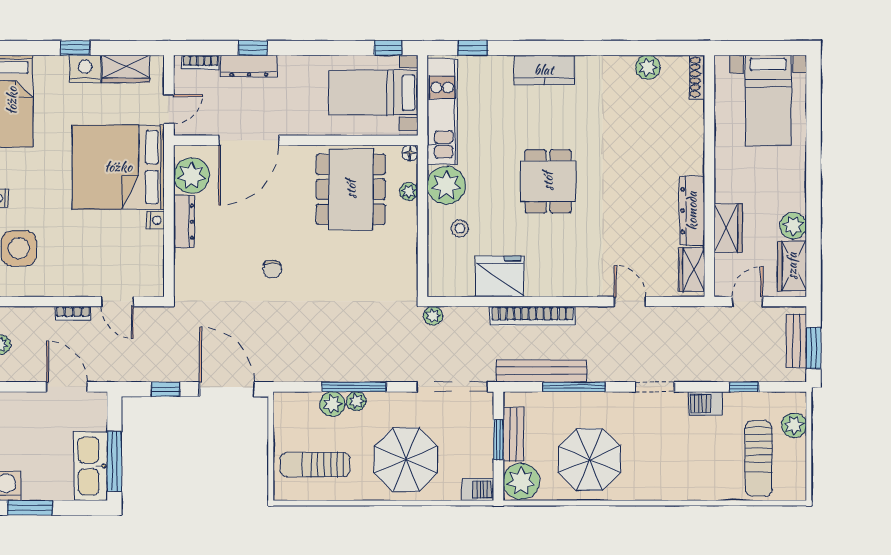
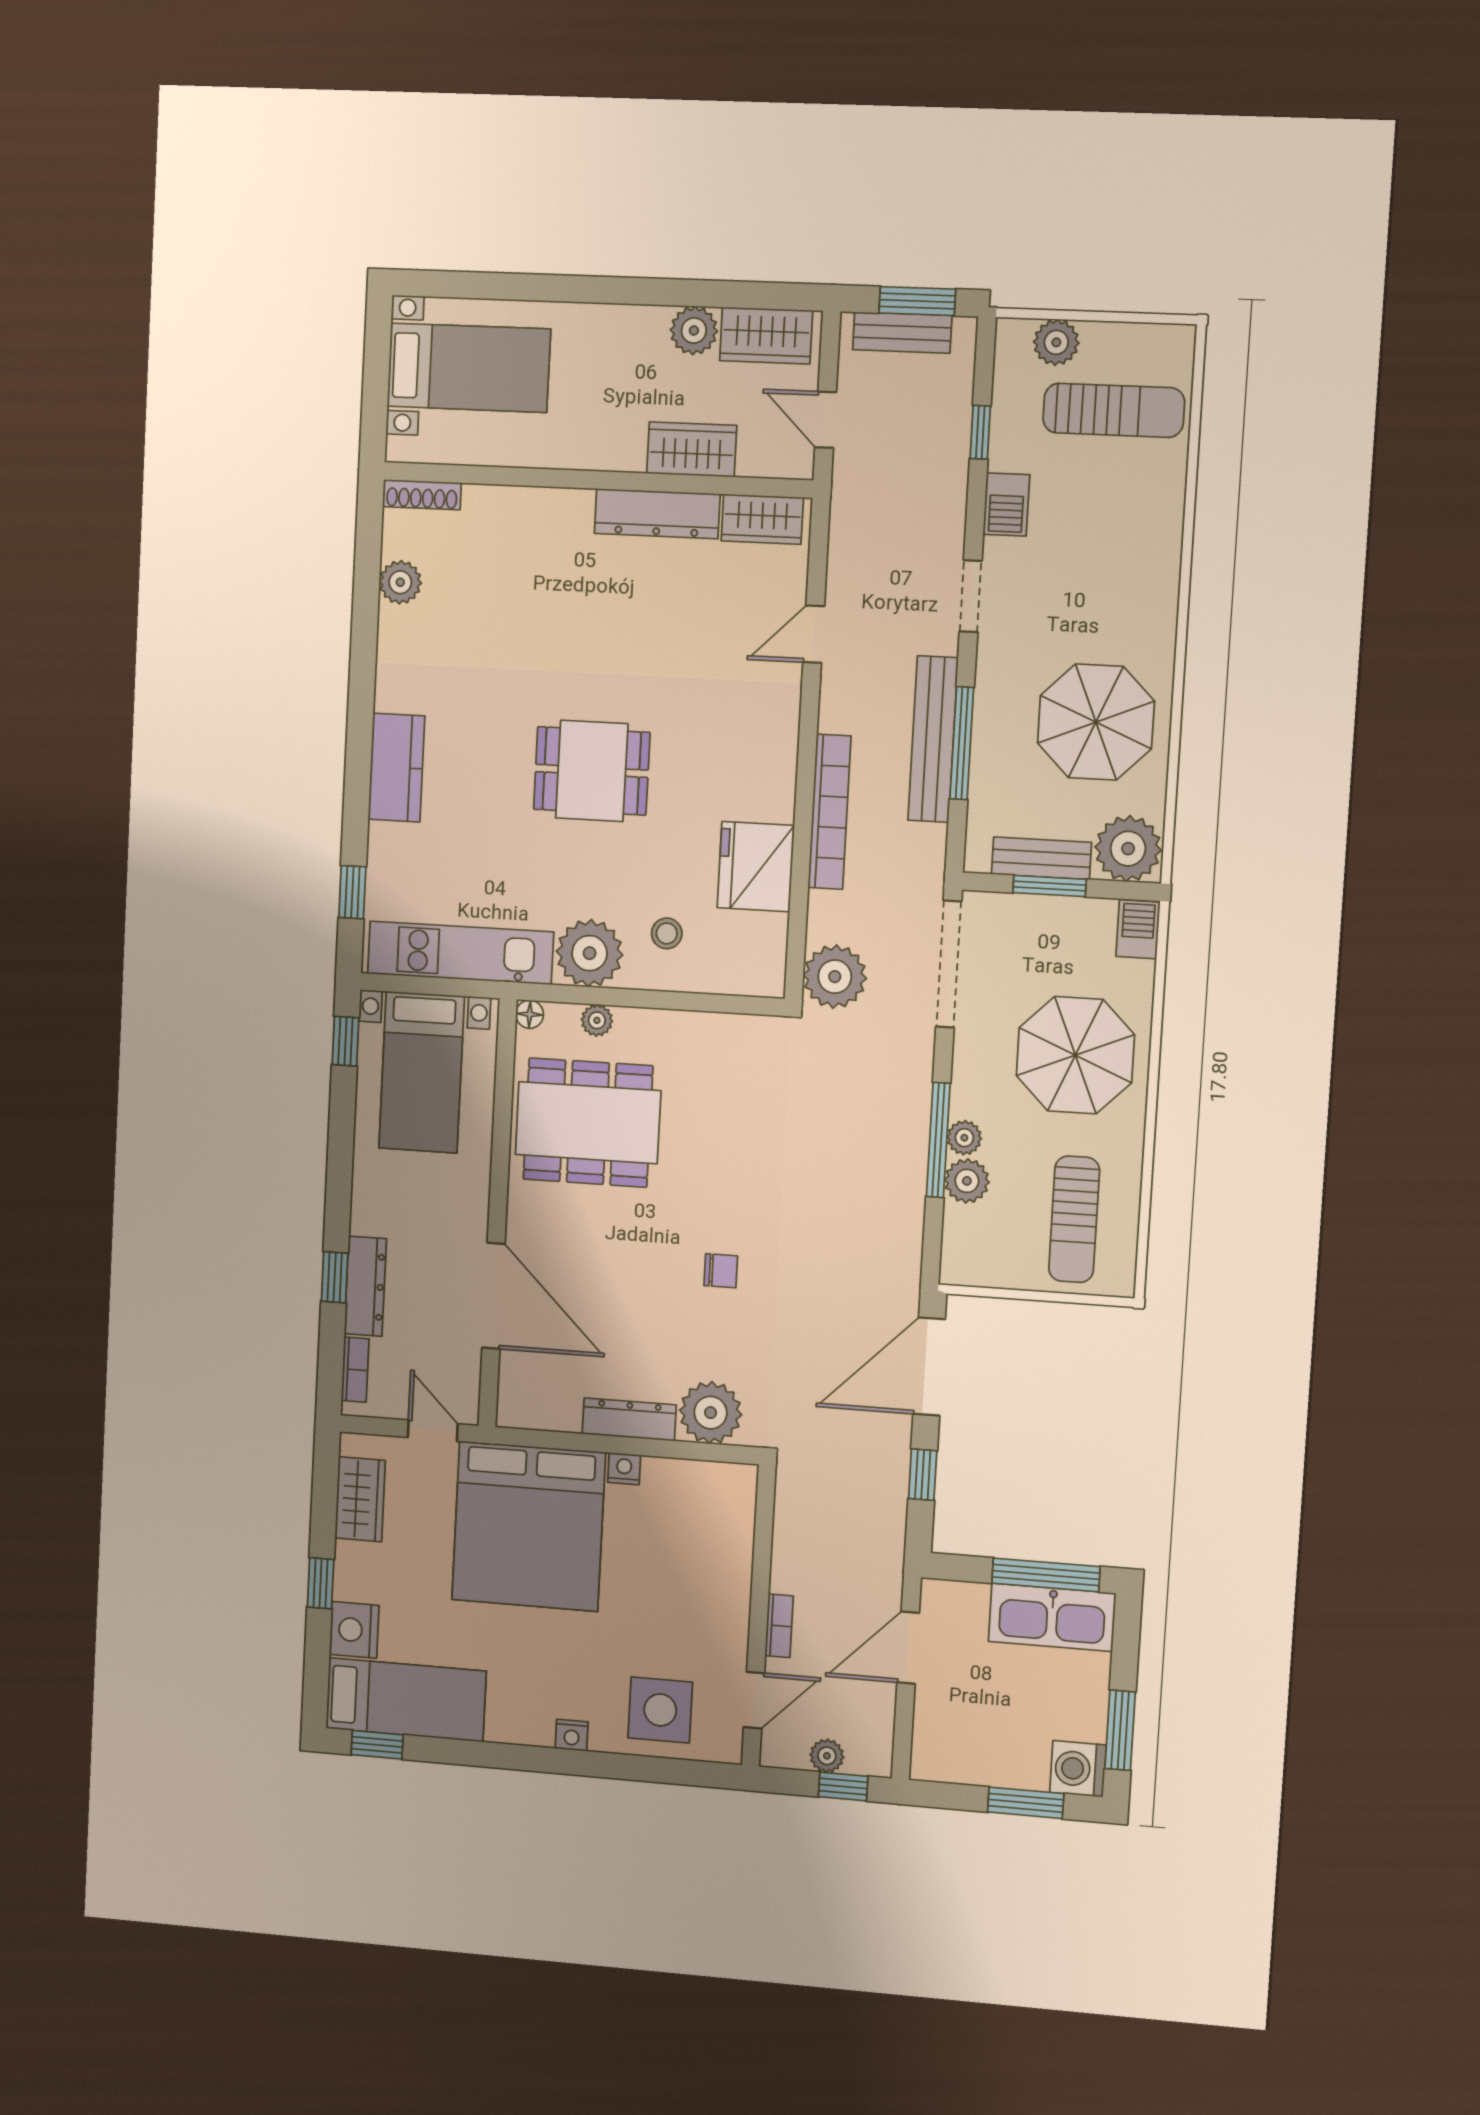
nightstand: (85, 69) -> (354, 1630), moved
plant: (191, 176) -> (711, 1413), moved
door: (117, 301) -> (754, 1700), moved
plant: (433, 316) -> (835, 977), width x1.88, depth x1.88
bench: (542, 371) -> (933, 739), moved

